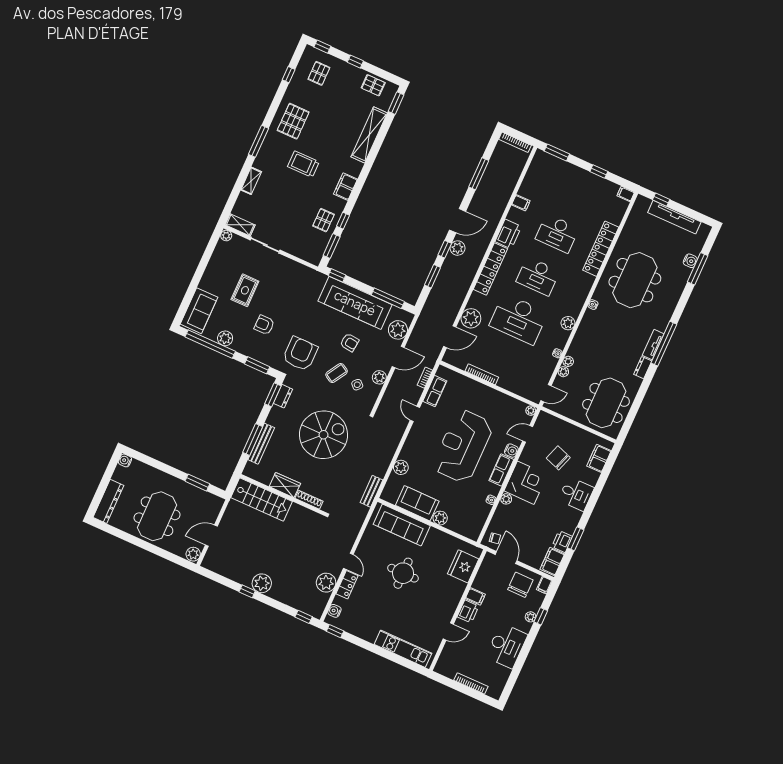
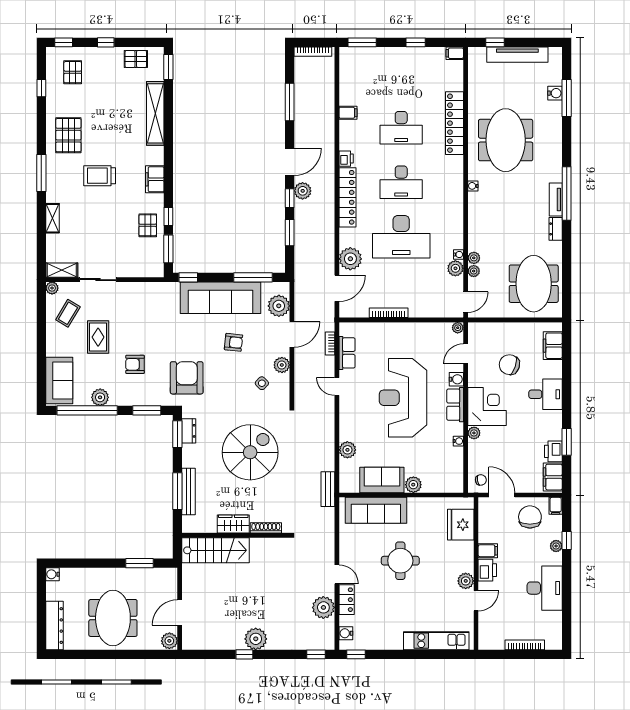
printer: (508, 234) -> (346, 159), width x0.53, depth x0.68
plant: (568, 323) -> (455, 268), moved
coffee table: (337, 373) -> (68, 313), moved
plant: (447, 612) -> (466, 581), added

